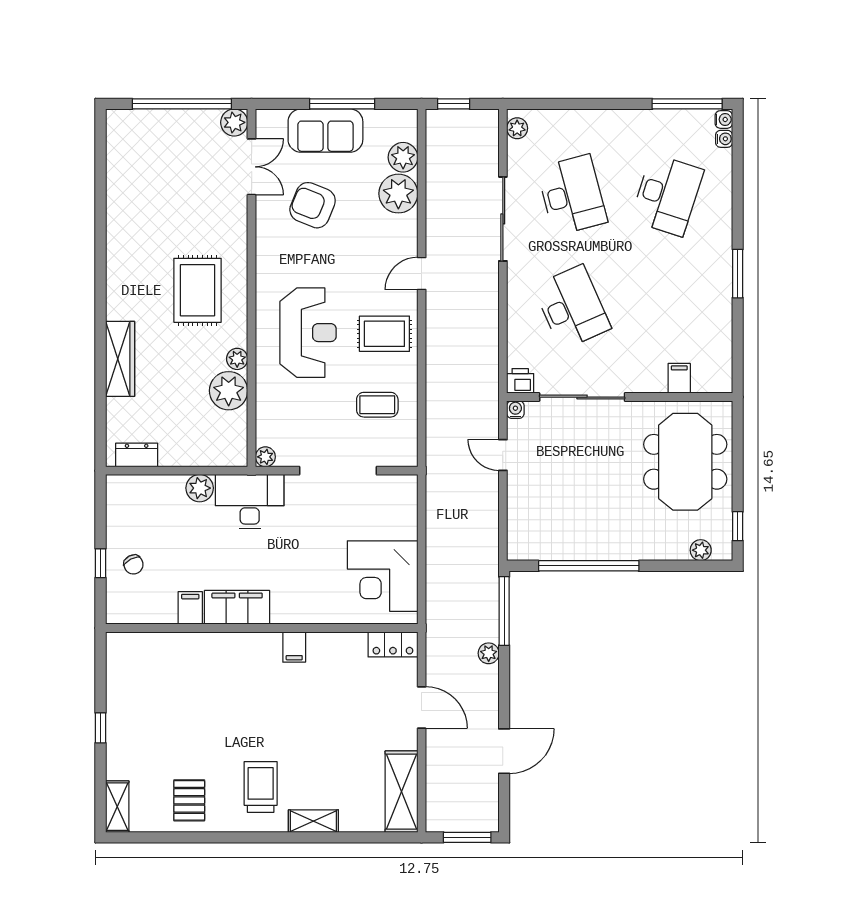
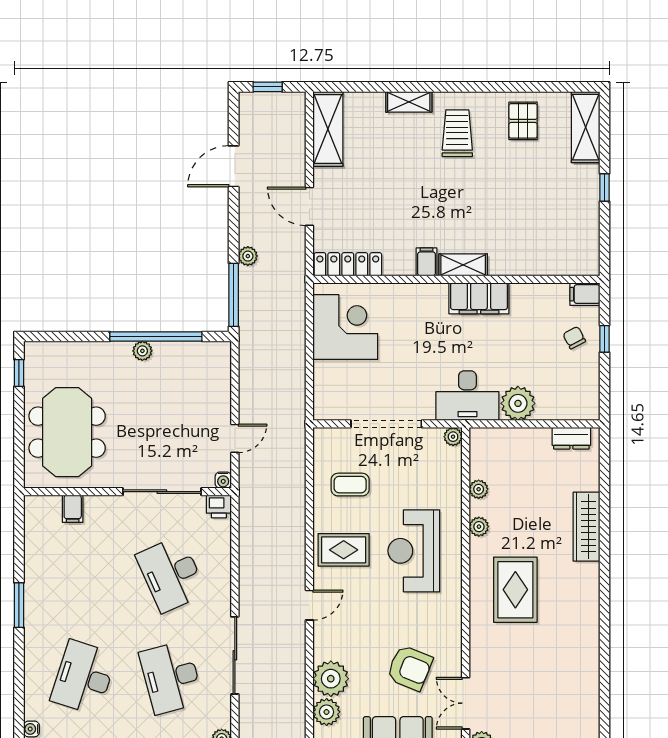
plant: (229, 391) -> (479, 489), width x0.53, depth x0.53
door: (503, 455) -> (235, 438), hinge flipped
plant: (200, 488) -> (518, 403), width x1.36, depth x1.36
plant: (701, 550) -> (142, 351), moved
filing cabinet: (190, 608) -> (585, 294), moved, turned 90
shelving: (254, 644) -> (463, 265), added
locker: (393, 644) -> (348, 264), width x1.53
trolley: (261, 787) -> (457, 133), turned 180
shelving: (117, 807) -> (586, 127), width x1.50, depth x1.33
window: (467, 837) -> (268, 87), width x0.67

